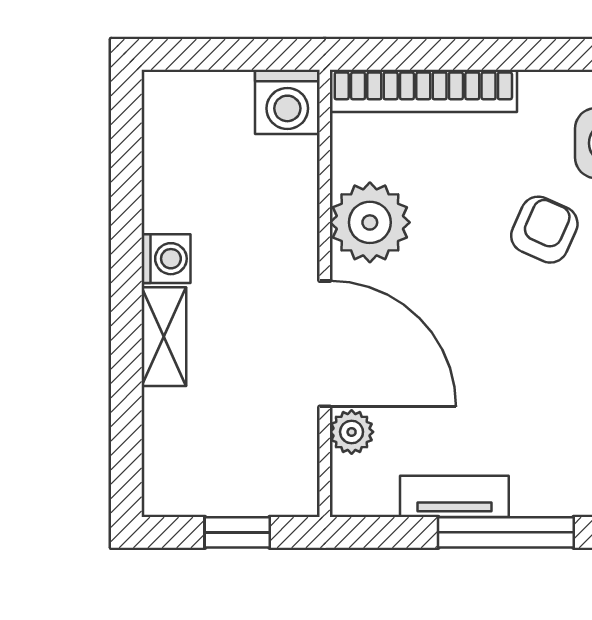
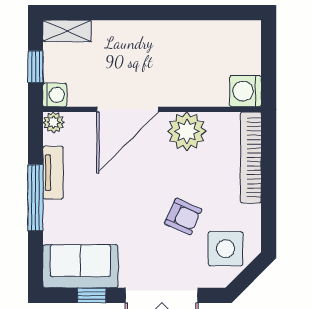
washing machine: (166, 259) -> (55, 95), moved, turned -90
shelving: (164, 337) -> (67, 31), moved
plant: (352, 432) -> (54, 122), moved

